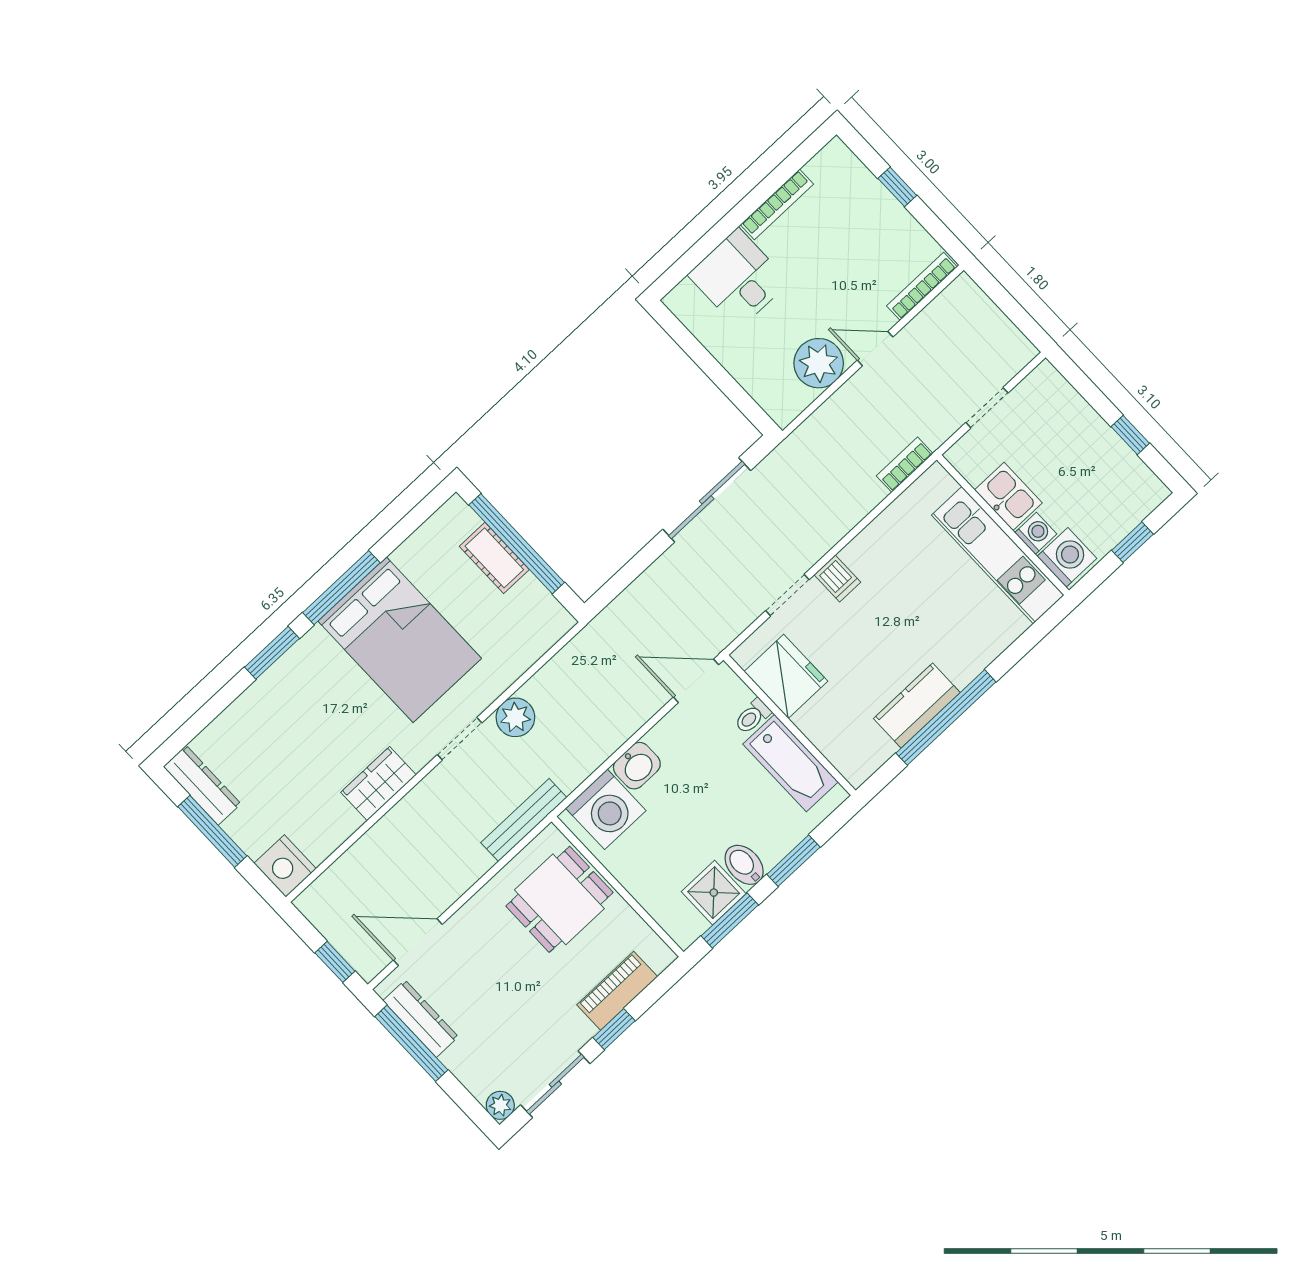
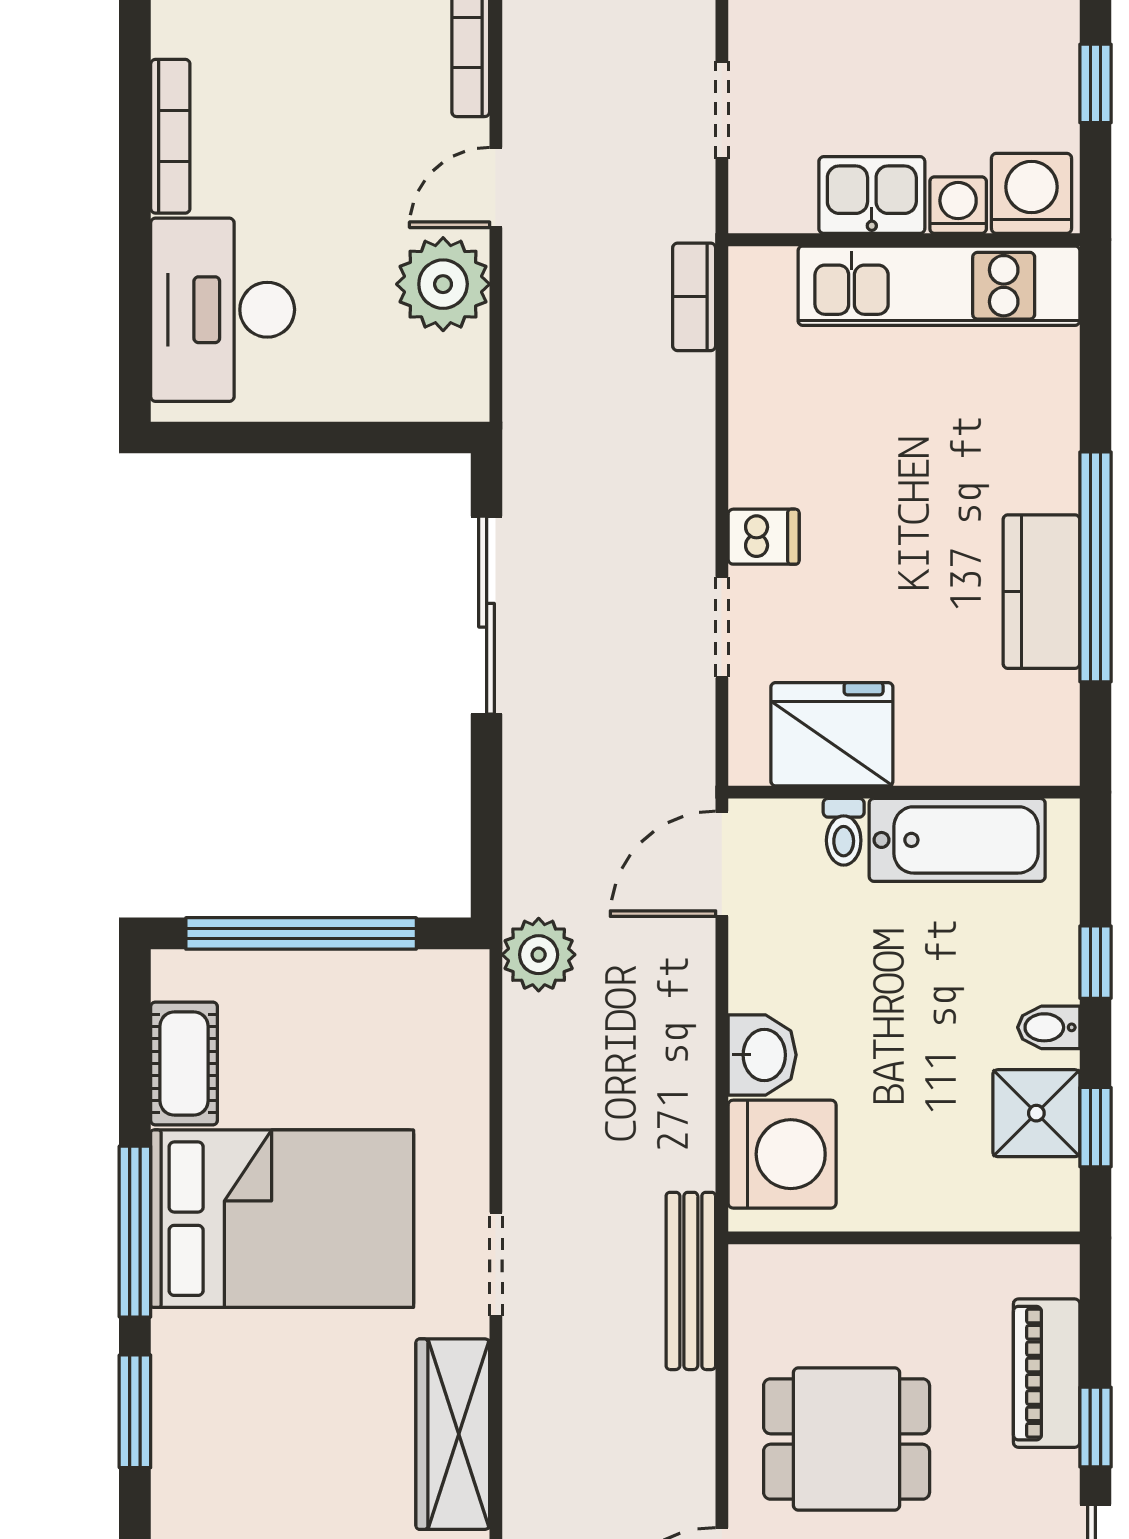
desk: (738, 278) -> (223, 310), width x1.37
cot: (494, 558) -> (184, 1063), moved, turned 90
plant: (515, 717) -> (539, 955), moved
wardrobe: (378, 784) -> (453, 1434), width x1.50
window: (793, 861) -> (1095, 962), width x0.67
bidet: (744, 865) -> (1049, 1027), width x0.72, depth x0.74
dining table: (559, 899) -> (847, 1439), moved, turned 90
window: (730, 920) -> (1095, 1127), width x0.67

